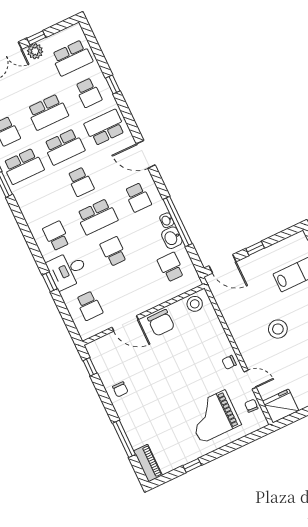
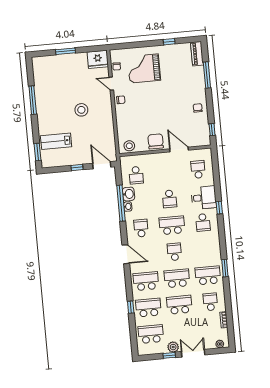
school desk: (88, 93) -> (148, 308), width x1.85
school desk: (105, 128) -> (146, 281), turned 180
window: (50, 282) -> (219, 208), moved
grand piano: (213, 417) -> (144, 68), turned 180

